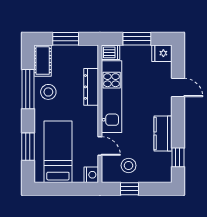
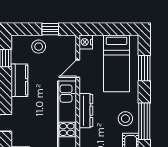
dresser: (91, 87) -> (86, 111), moved
door: (100, 146) -> (78, 69), hinge flipped
stool: (129, 165) -> (39, 47), moved

